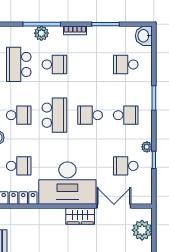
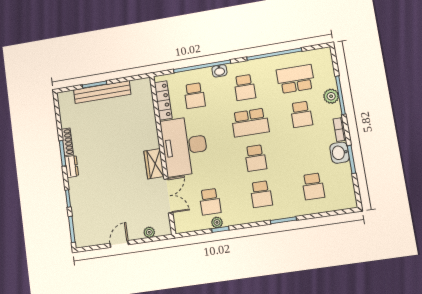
washbasin: (144, 36) -> (340, 153), moved, turned -90
school desk: (126, 64) -> (313, 186), turned 180
school desk: (90, 115) -> (256, 158), turned 180
plant: (147, 147) -> (217, 222), moved
school desk: (126, 166) -> (210, 202), turned 180
plant: (142, 230) -> (149, 232), width x0.53, depth x0.53

